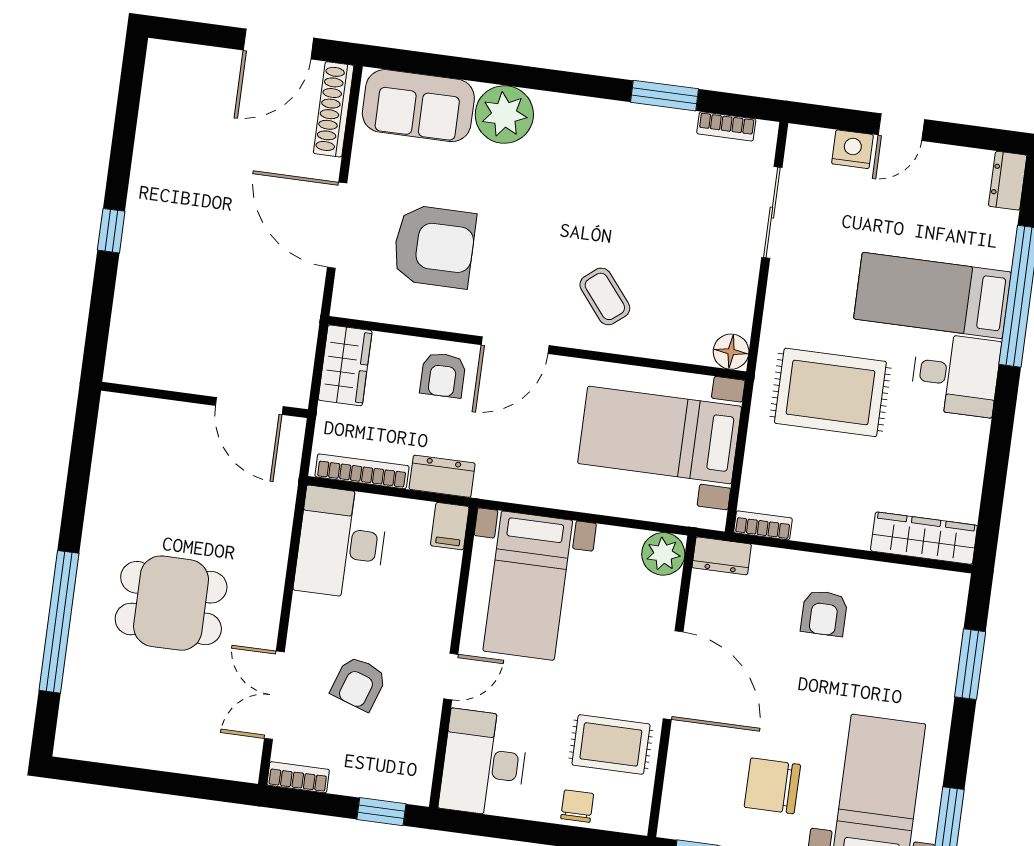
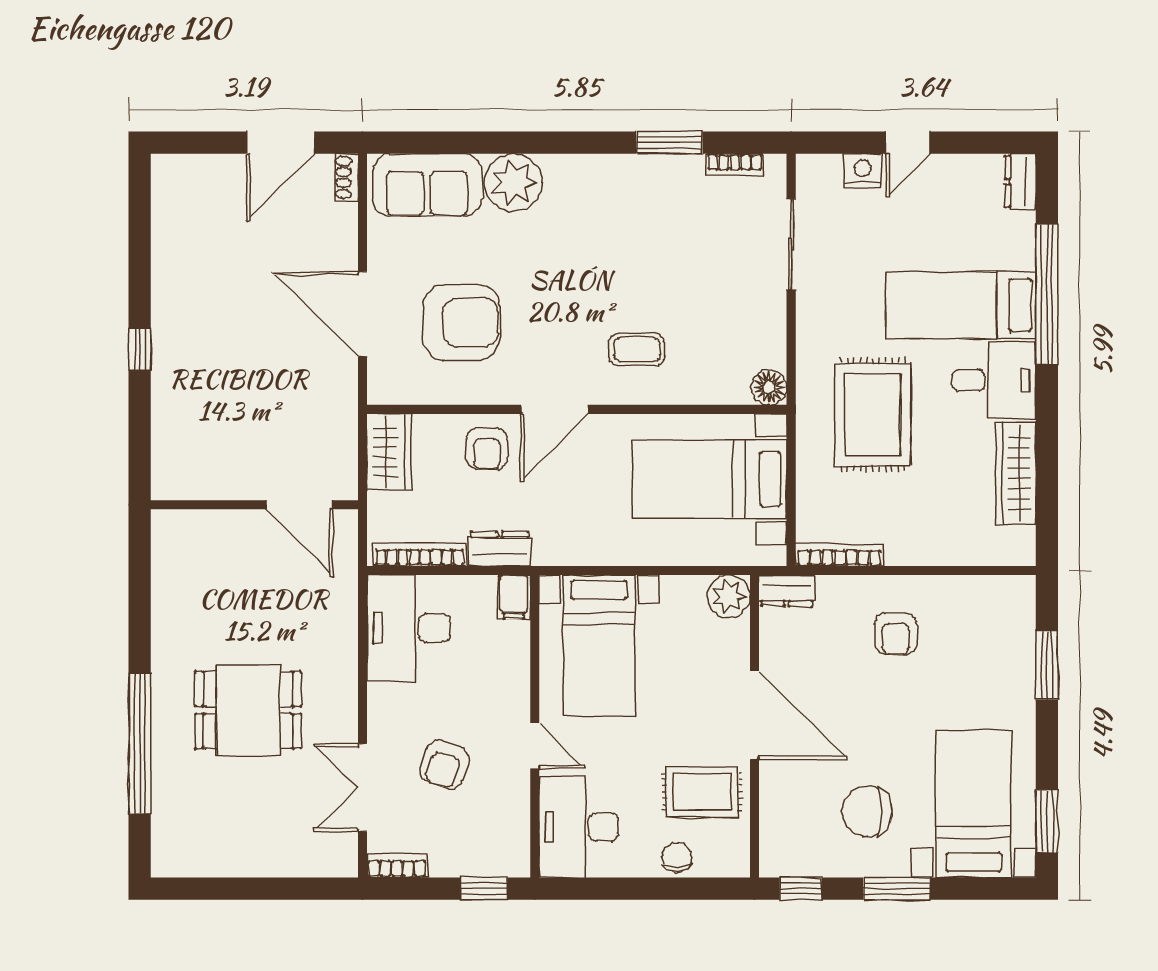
shoe rack: (334, 109) -> (346, 178), width x0.51, depth x0.81
coffee table: (605, 296) -> (637, 349), turned -51
rug: (830, 392) -> (873, 415), turned 90
bookcase: (763, 525) -> (839, 555), width x1.56
wardrobe: (924, 538) -> (1016, 473), moved, turned -90
door: (451, 677) -> (535, 746), hinge flipped

